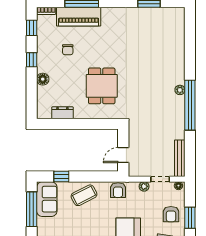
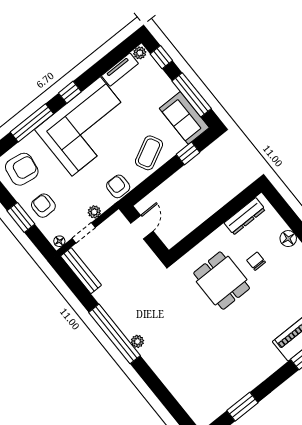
chair: (68, 50) -> (256, 261), moved
dresser: (62, 113) -> (245, 216), width x1.44

